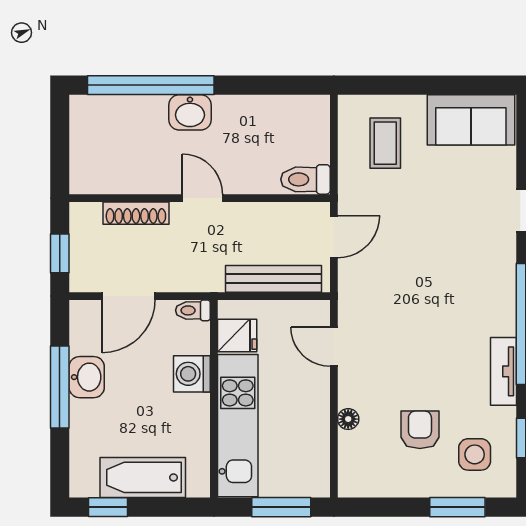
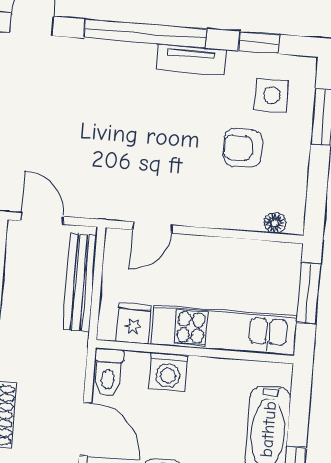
toilet: (193, 310) -> (108, 373), width x1.37, depth x1.39
floor lamp: (348, 419) -> (275, 223), moved

